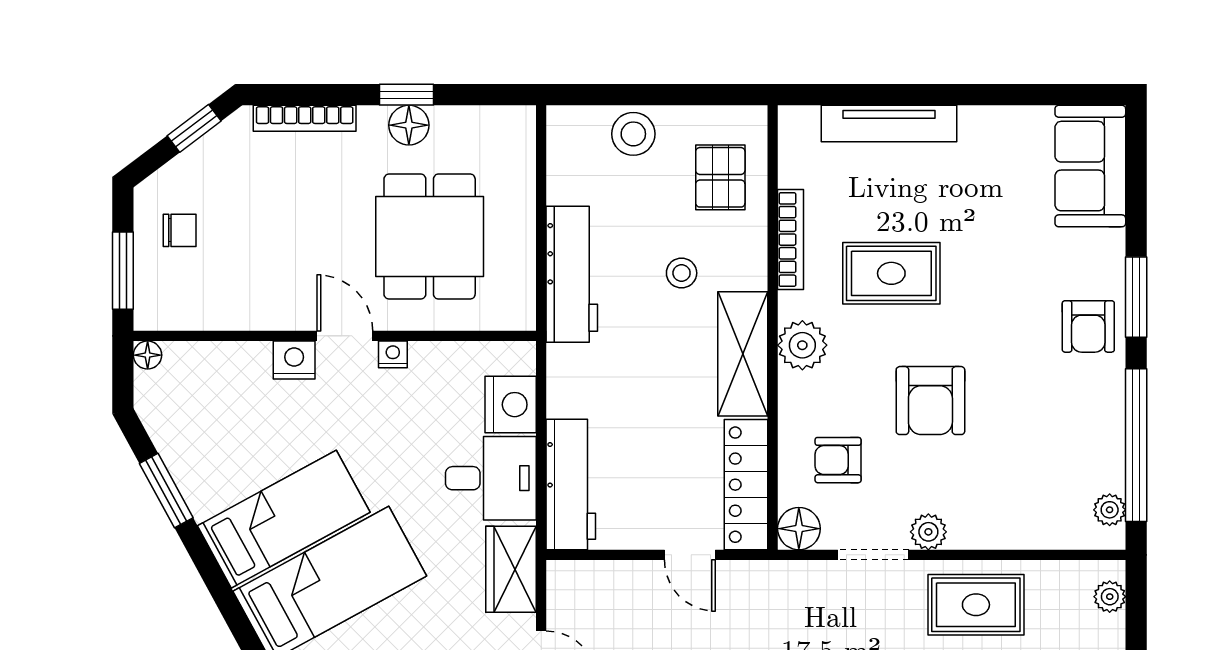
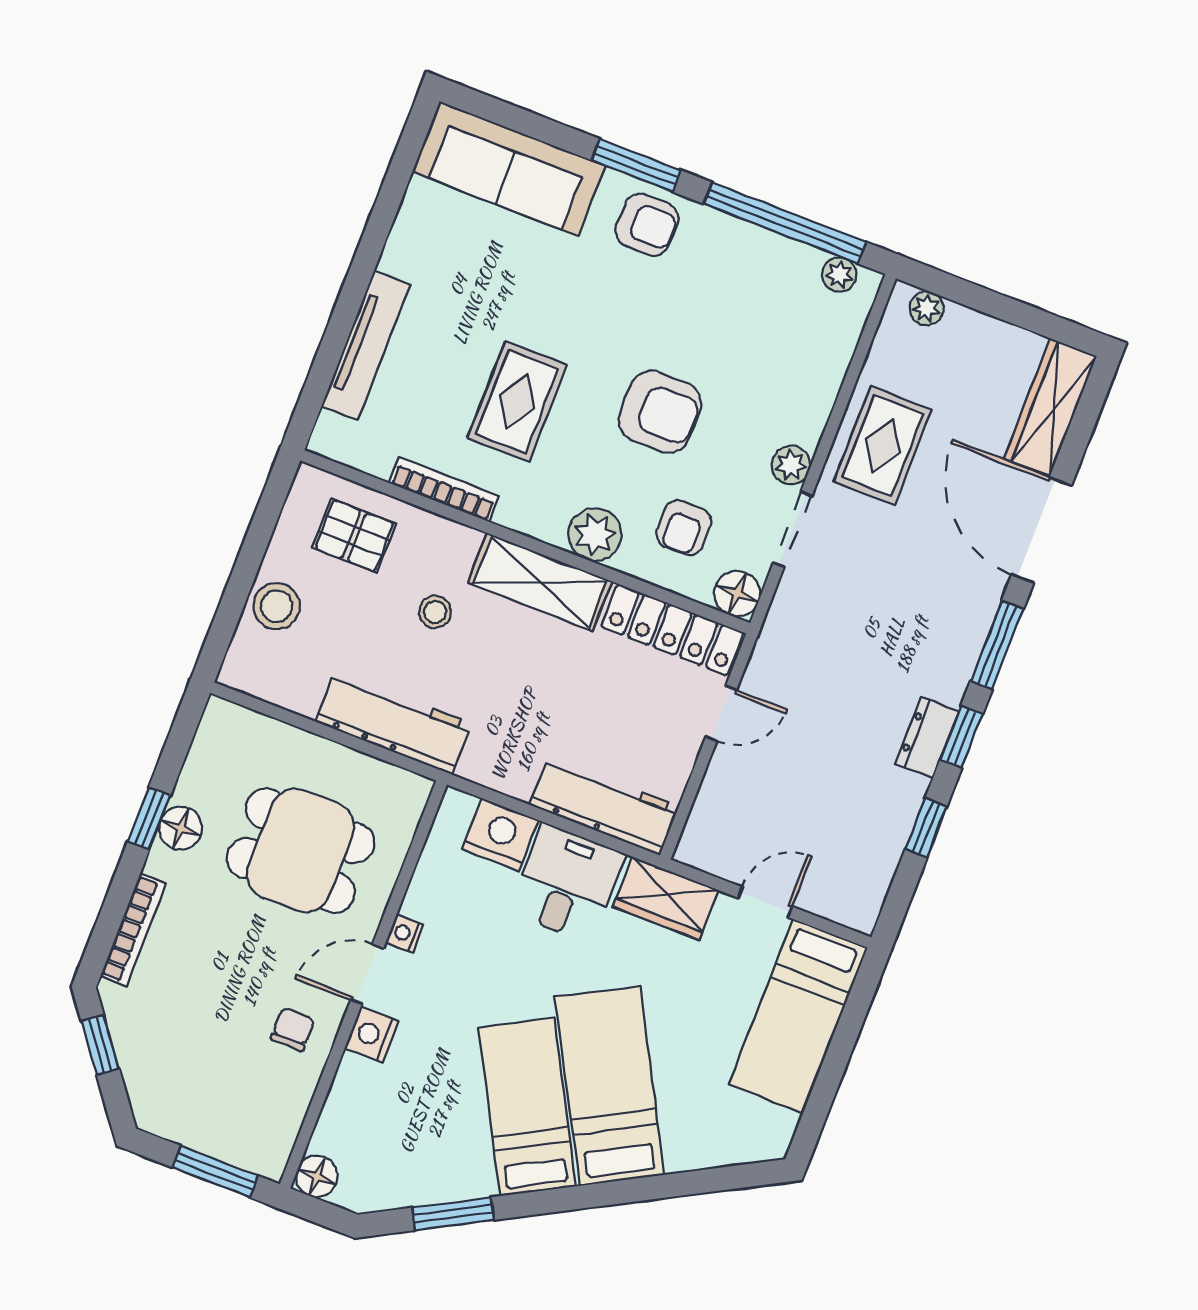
sofa: (1090, 166) -> (509, 169), width x1.36
chair: (180, 230) -> (293, 1029), moved
plant: (802, 345) -> (595, 534), moved
floor lamp: (148, 355) -> (317, 1177), width x1.37, depth x1.37

